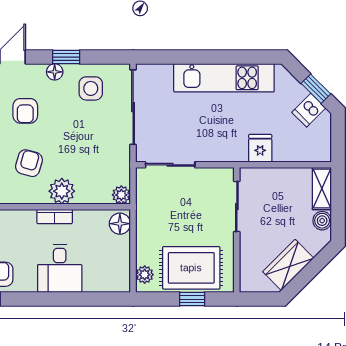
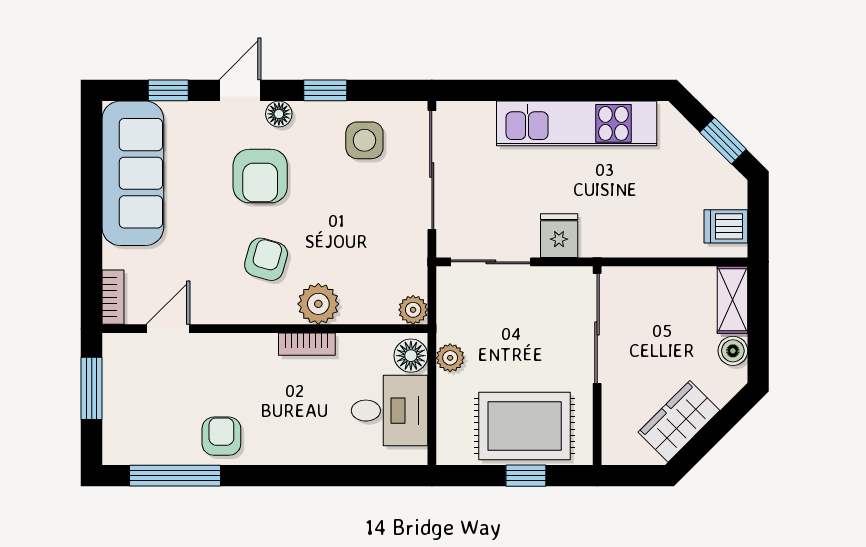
floor lamp: (55, 72) -> (279, 114), moved
dishwasher: (309, 110) -> (726, 226), moved, turned 45
armchair: (25, 111) -> (260, 176), width x1.38, depth x1.38
fridge: (260, 148) -> (559, 236), moved
sliding door: (237, 207) -> (597, 328), width x1.37
desk: (60, 268) -> (390, 411), moved, turned -90
plant: (145, 275) -> (450, 358), moved

